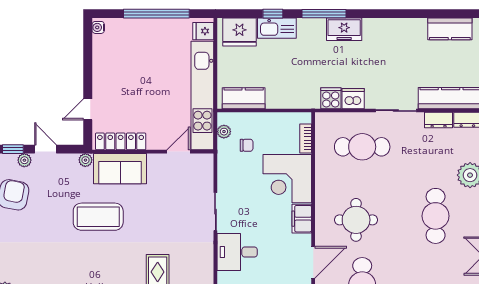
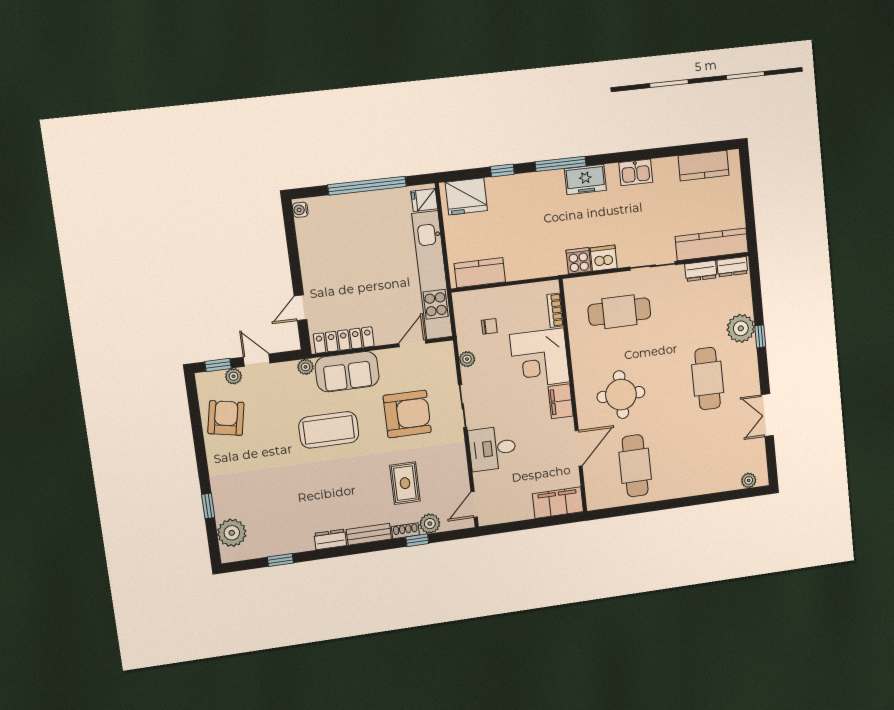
kitchen sink: (277, 28) -> (636, 172), moved, width x0.73
plant: (224, 132) -> (467, 359), moved
armchair: (167, 212) -> (407, 414), added

